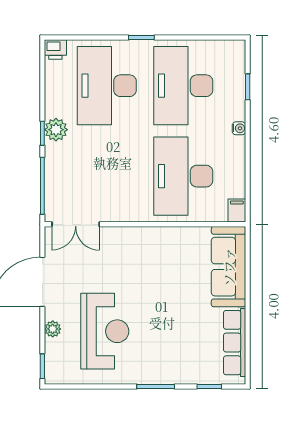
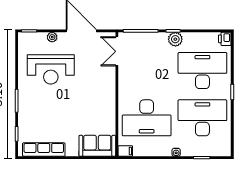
desk: (183, 176) -> (147, 118), turned 180
sofa: (229, 267) -> (97, 146), width x0.73

